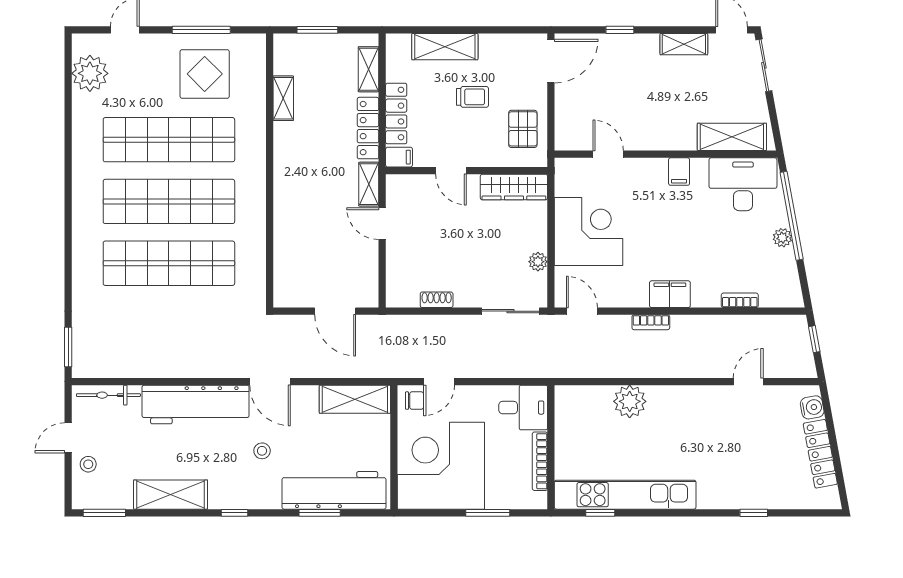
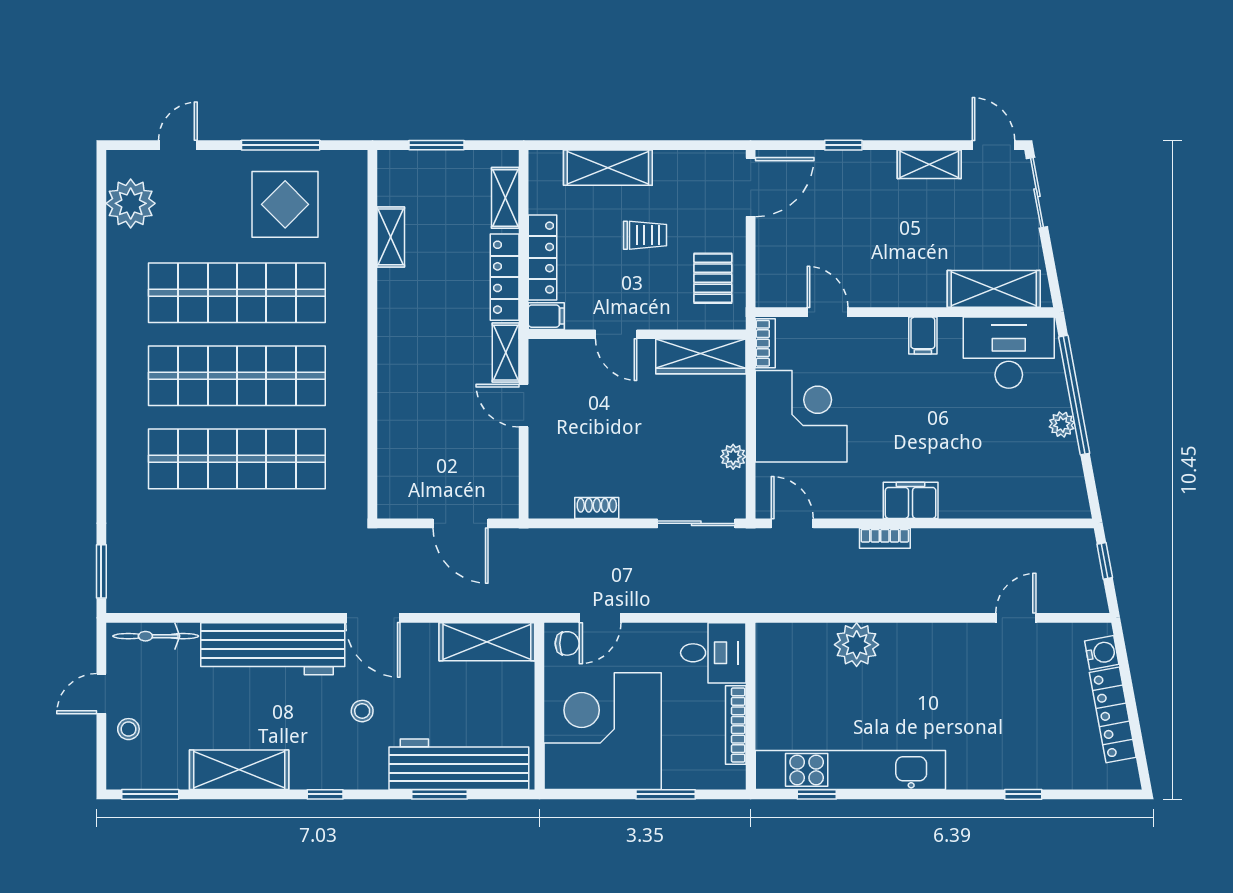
bookcase: (740, 300) -> (765, 343), moved, turned 90

